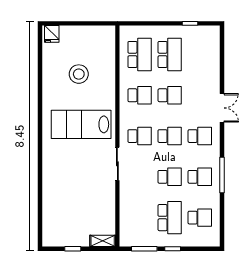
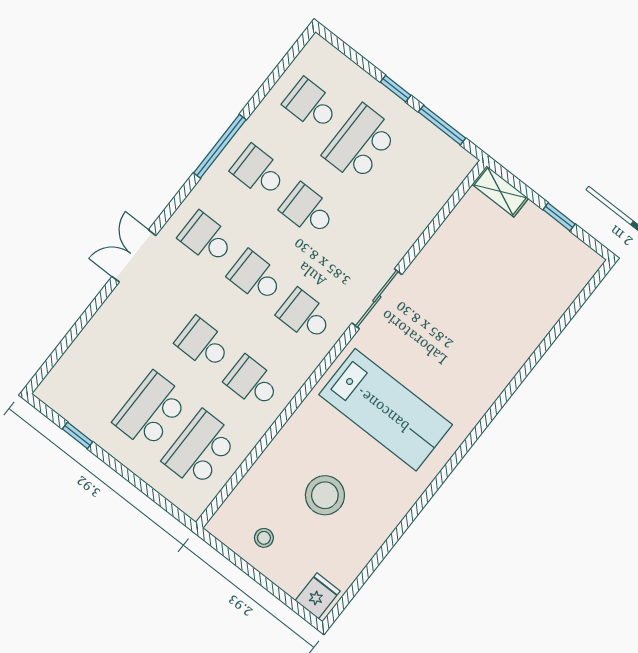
stool: (89, 40) -> (264, 538), added

